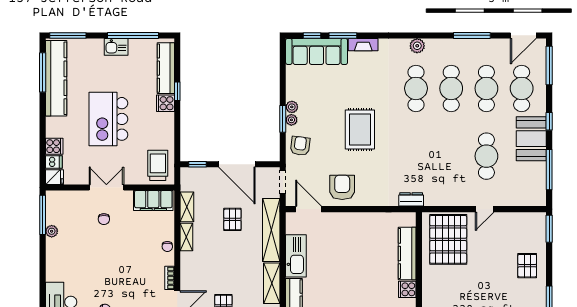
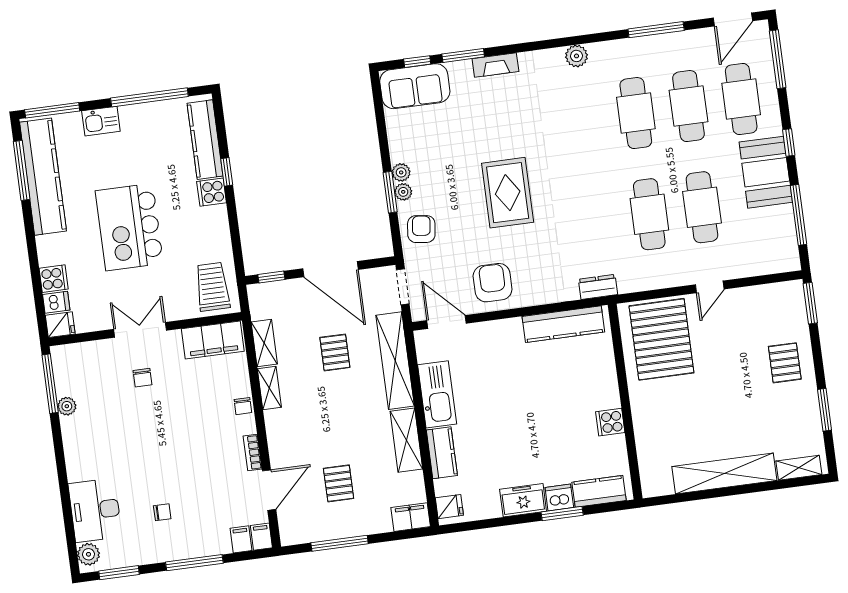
kitchen sink: (116, 47) -> (101, 121), moved
sofa: (317, 51) -> (415, 86), width x0.73
cafe table: (416, 88) -> (649, 214), moved
kitchen counter: (407, 253) -> (563, 324), moved, turned -90

